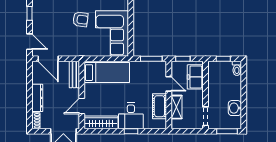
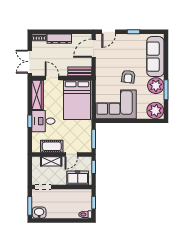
bed: (107, 73) -> (77, 100), width x1.50
washbasin: (235, 108) -> (39, 213), moved

